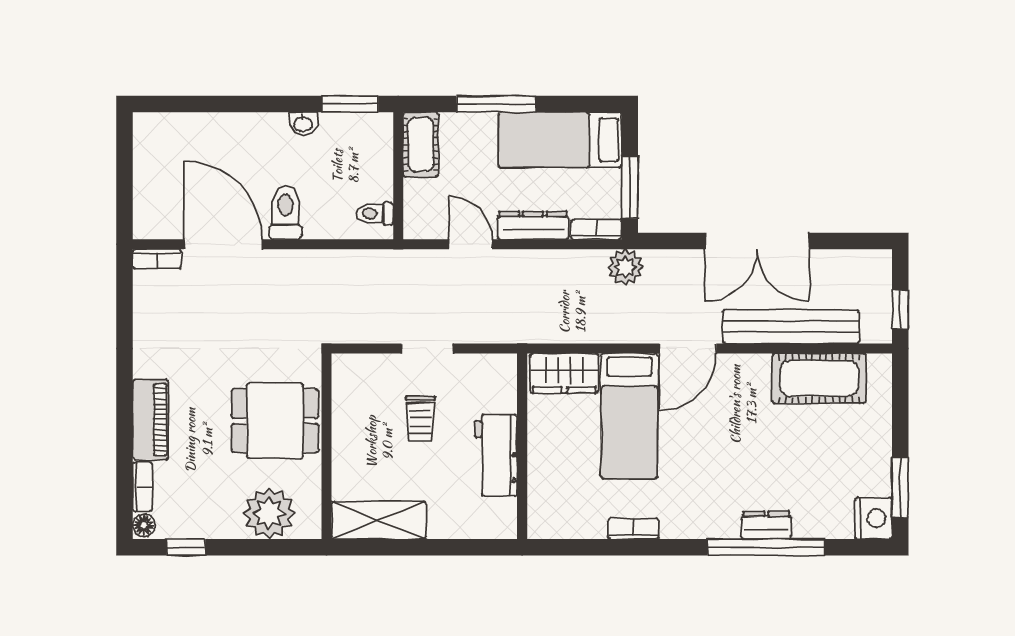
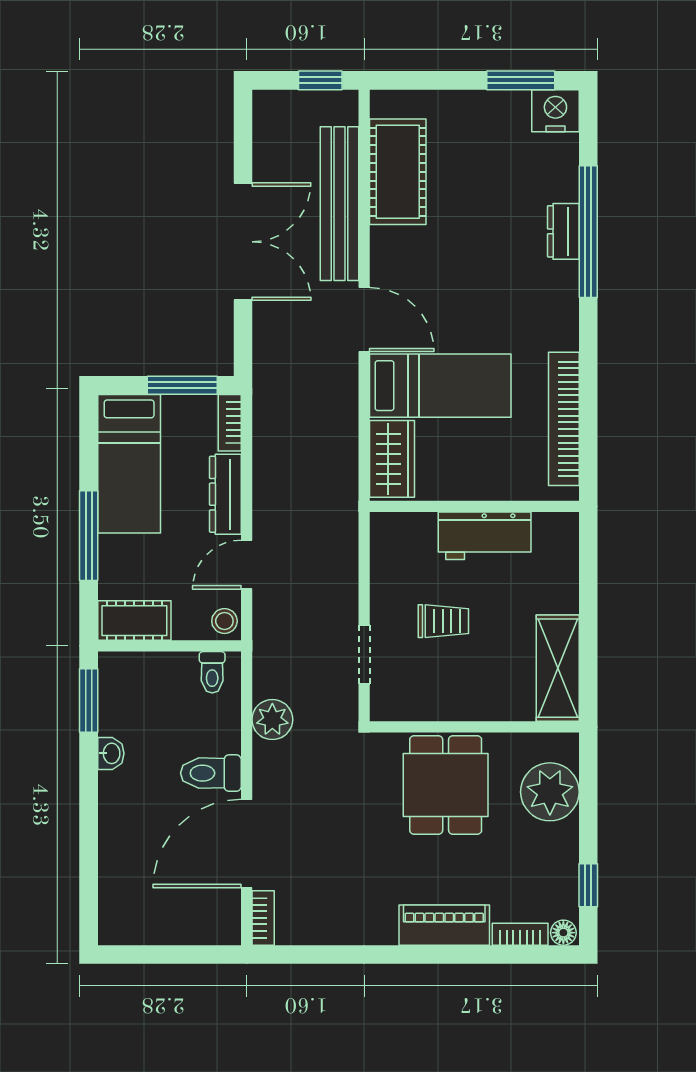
stool: (420, 225) -> (224, 621), added
plant: (625, 267) -> (272, 720), moved
doorway: (427, 348) -> (364, 654), moved
bookcase: (633, 529) -> (564, 419), width x2.31, depth x1.31

